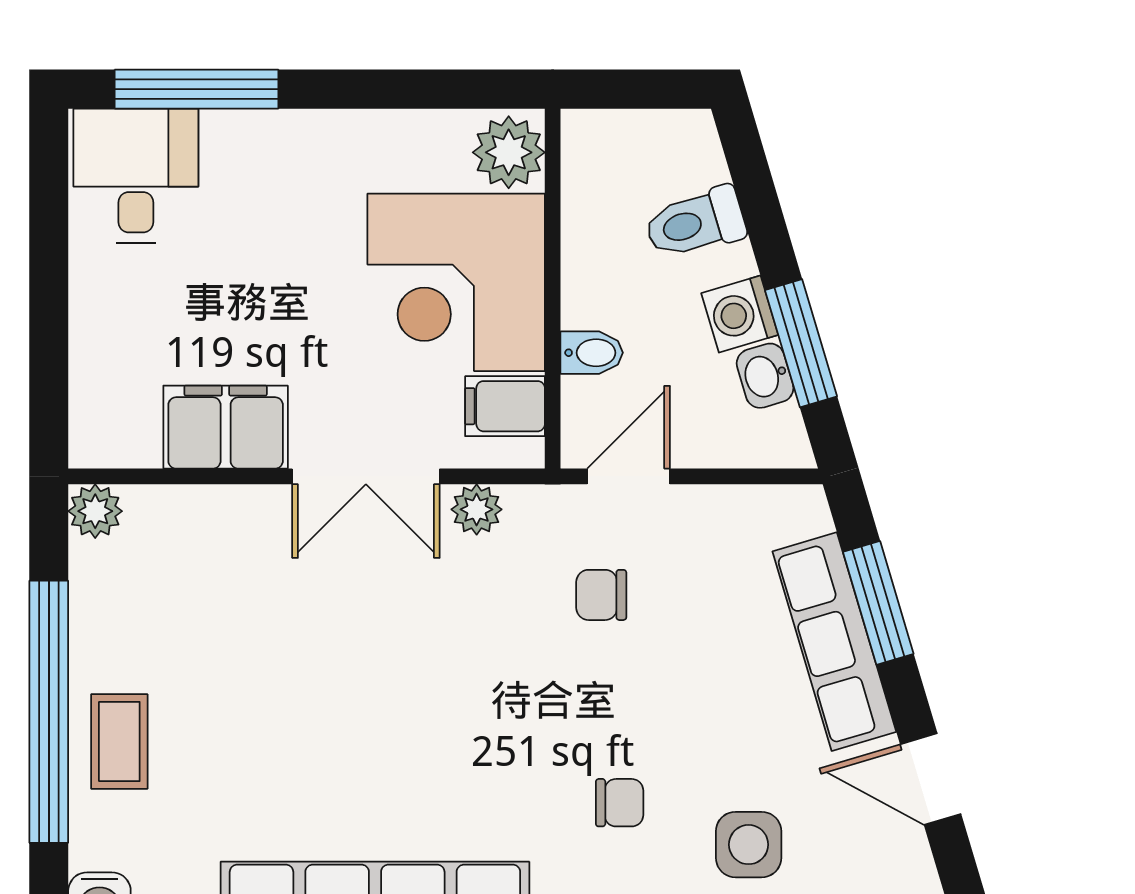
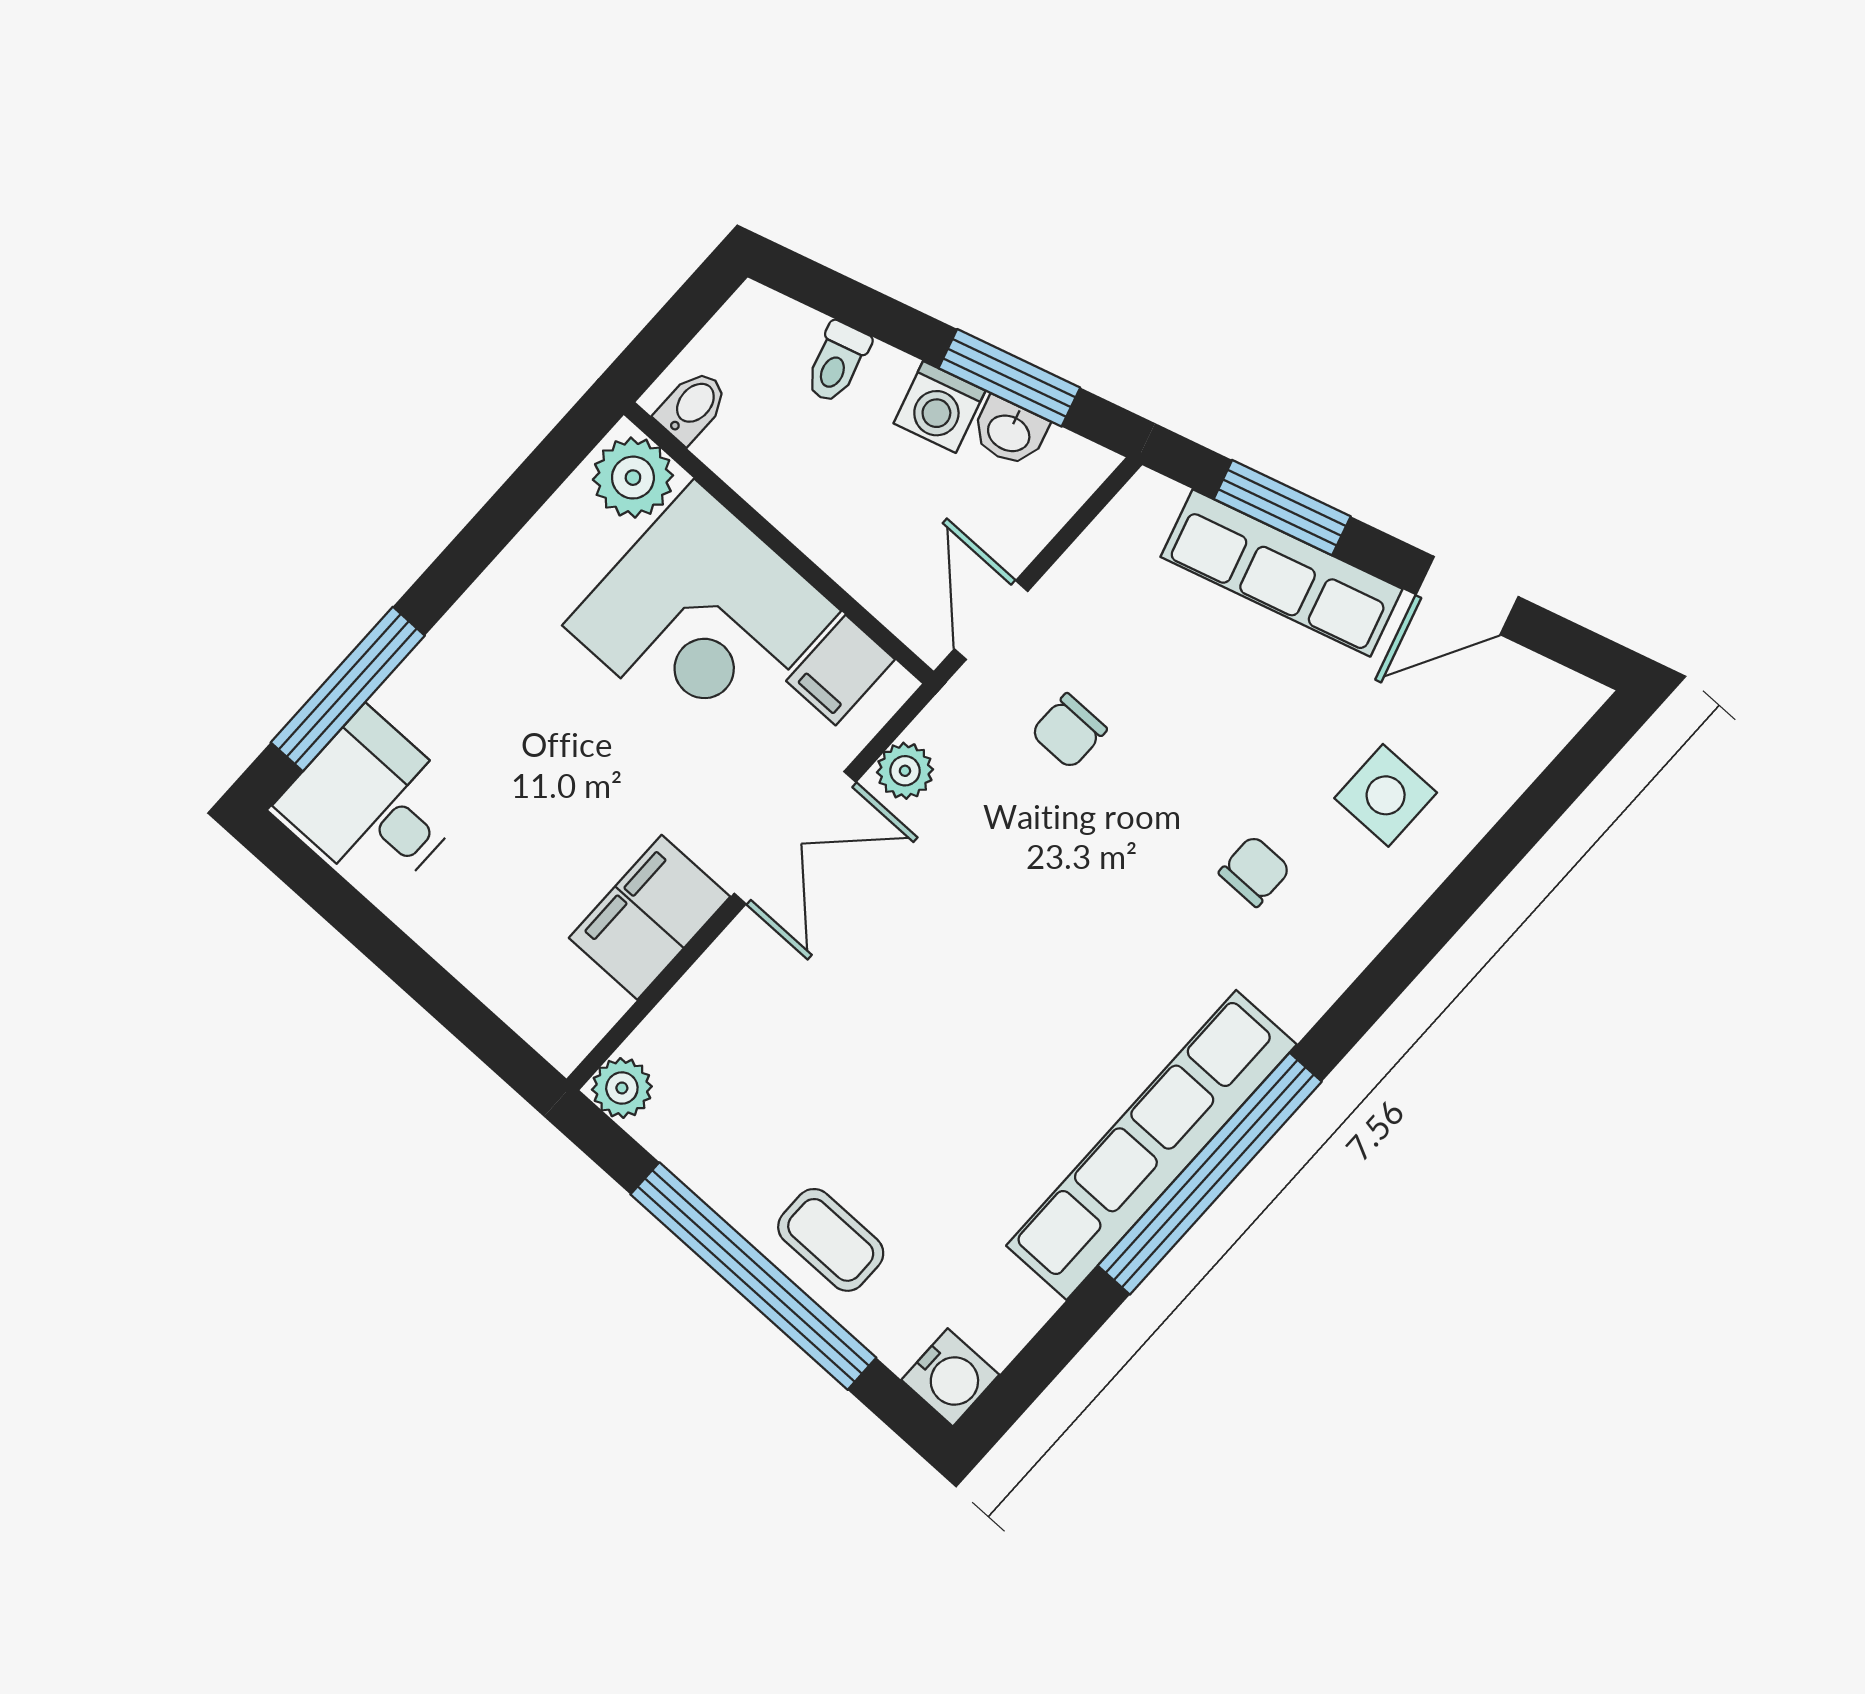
toilet: (695, 223) -> (837, 362), width x0.73, depth x0.72
bidet: (592, 353) -> (692, 406), moved

